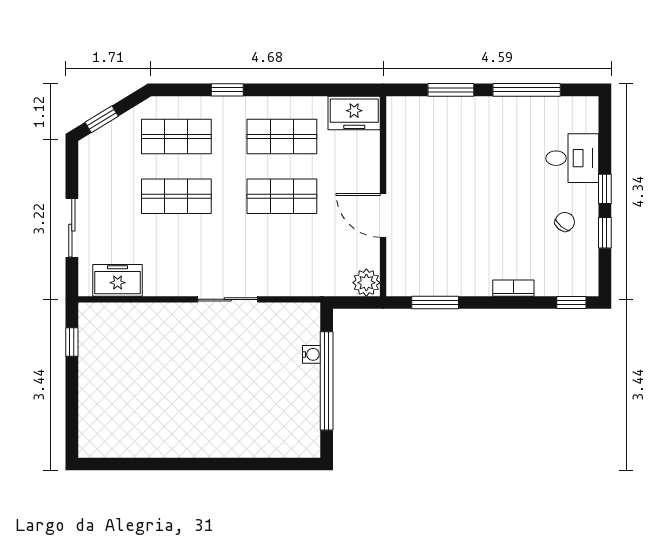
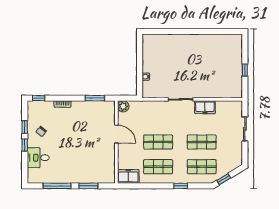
window: (102, 119) -> (224, 179), moved
freezer: (118, 280) -> (205, 107), moved
window: (72, 342) -> (245, 70), moved
window: (327, 381) -> (140, 66), removed

